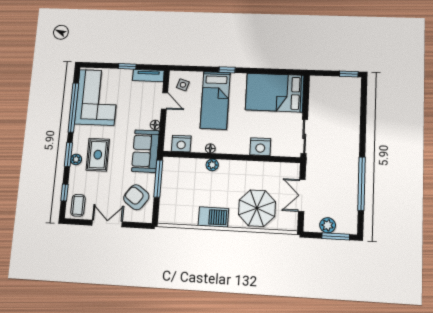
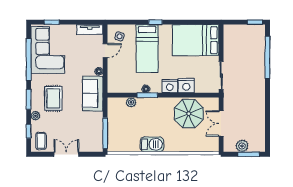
window: (127, 66) -> (52, 22), moved
door: (164, 101) -> (105, 51), hinge flipped
nightstand: (181, 144) -> (170, 86), moved
window: (211, 156) -> (147, 95), added
plant: (76, 159) -> (35, 116), moved
plant: (212, 165) -> (131, 102), moved
window: (158, 178) -> (105, 133), moved
window: (361, 184) -> (267, 57), moved
armchair: (136, 197) -> (88, 132), removed
parasol: (257, 208) -> (189, 114), moved

